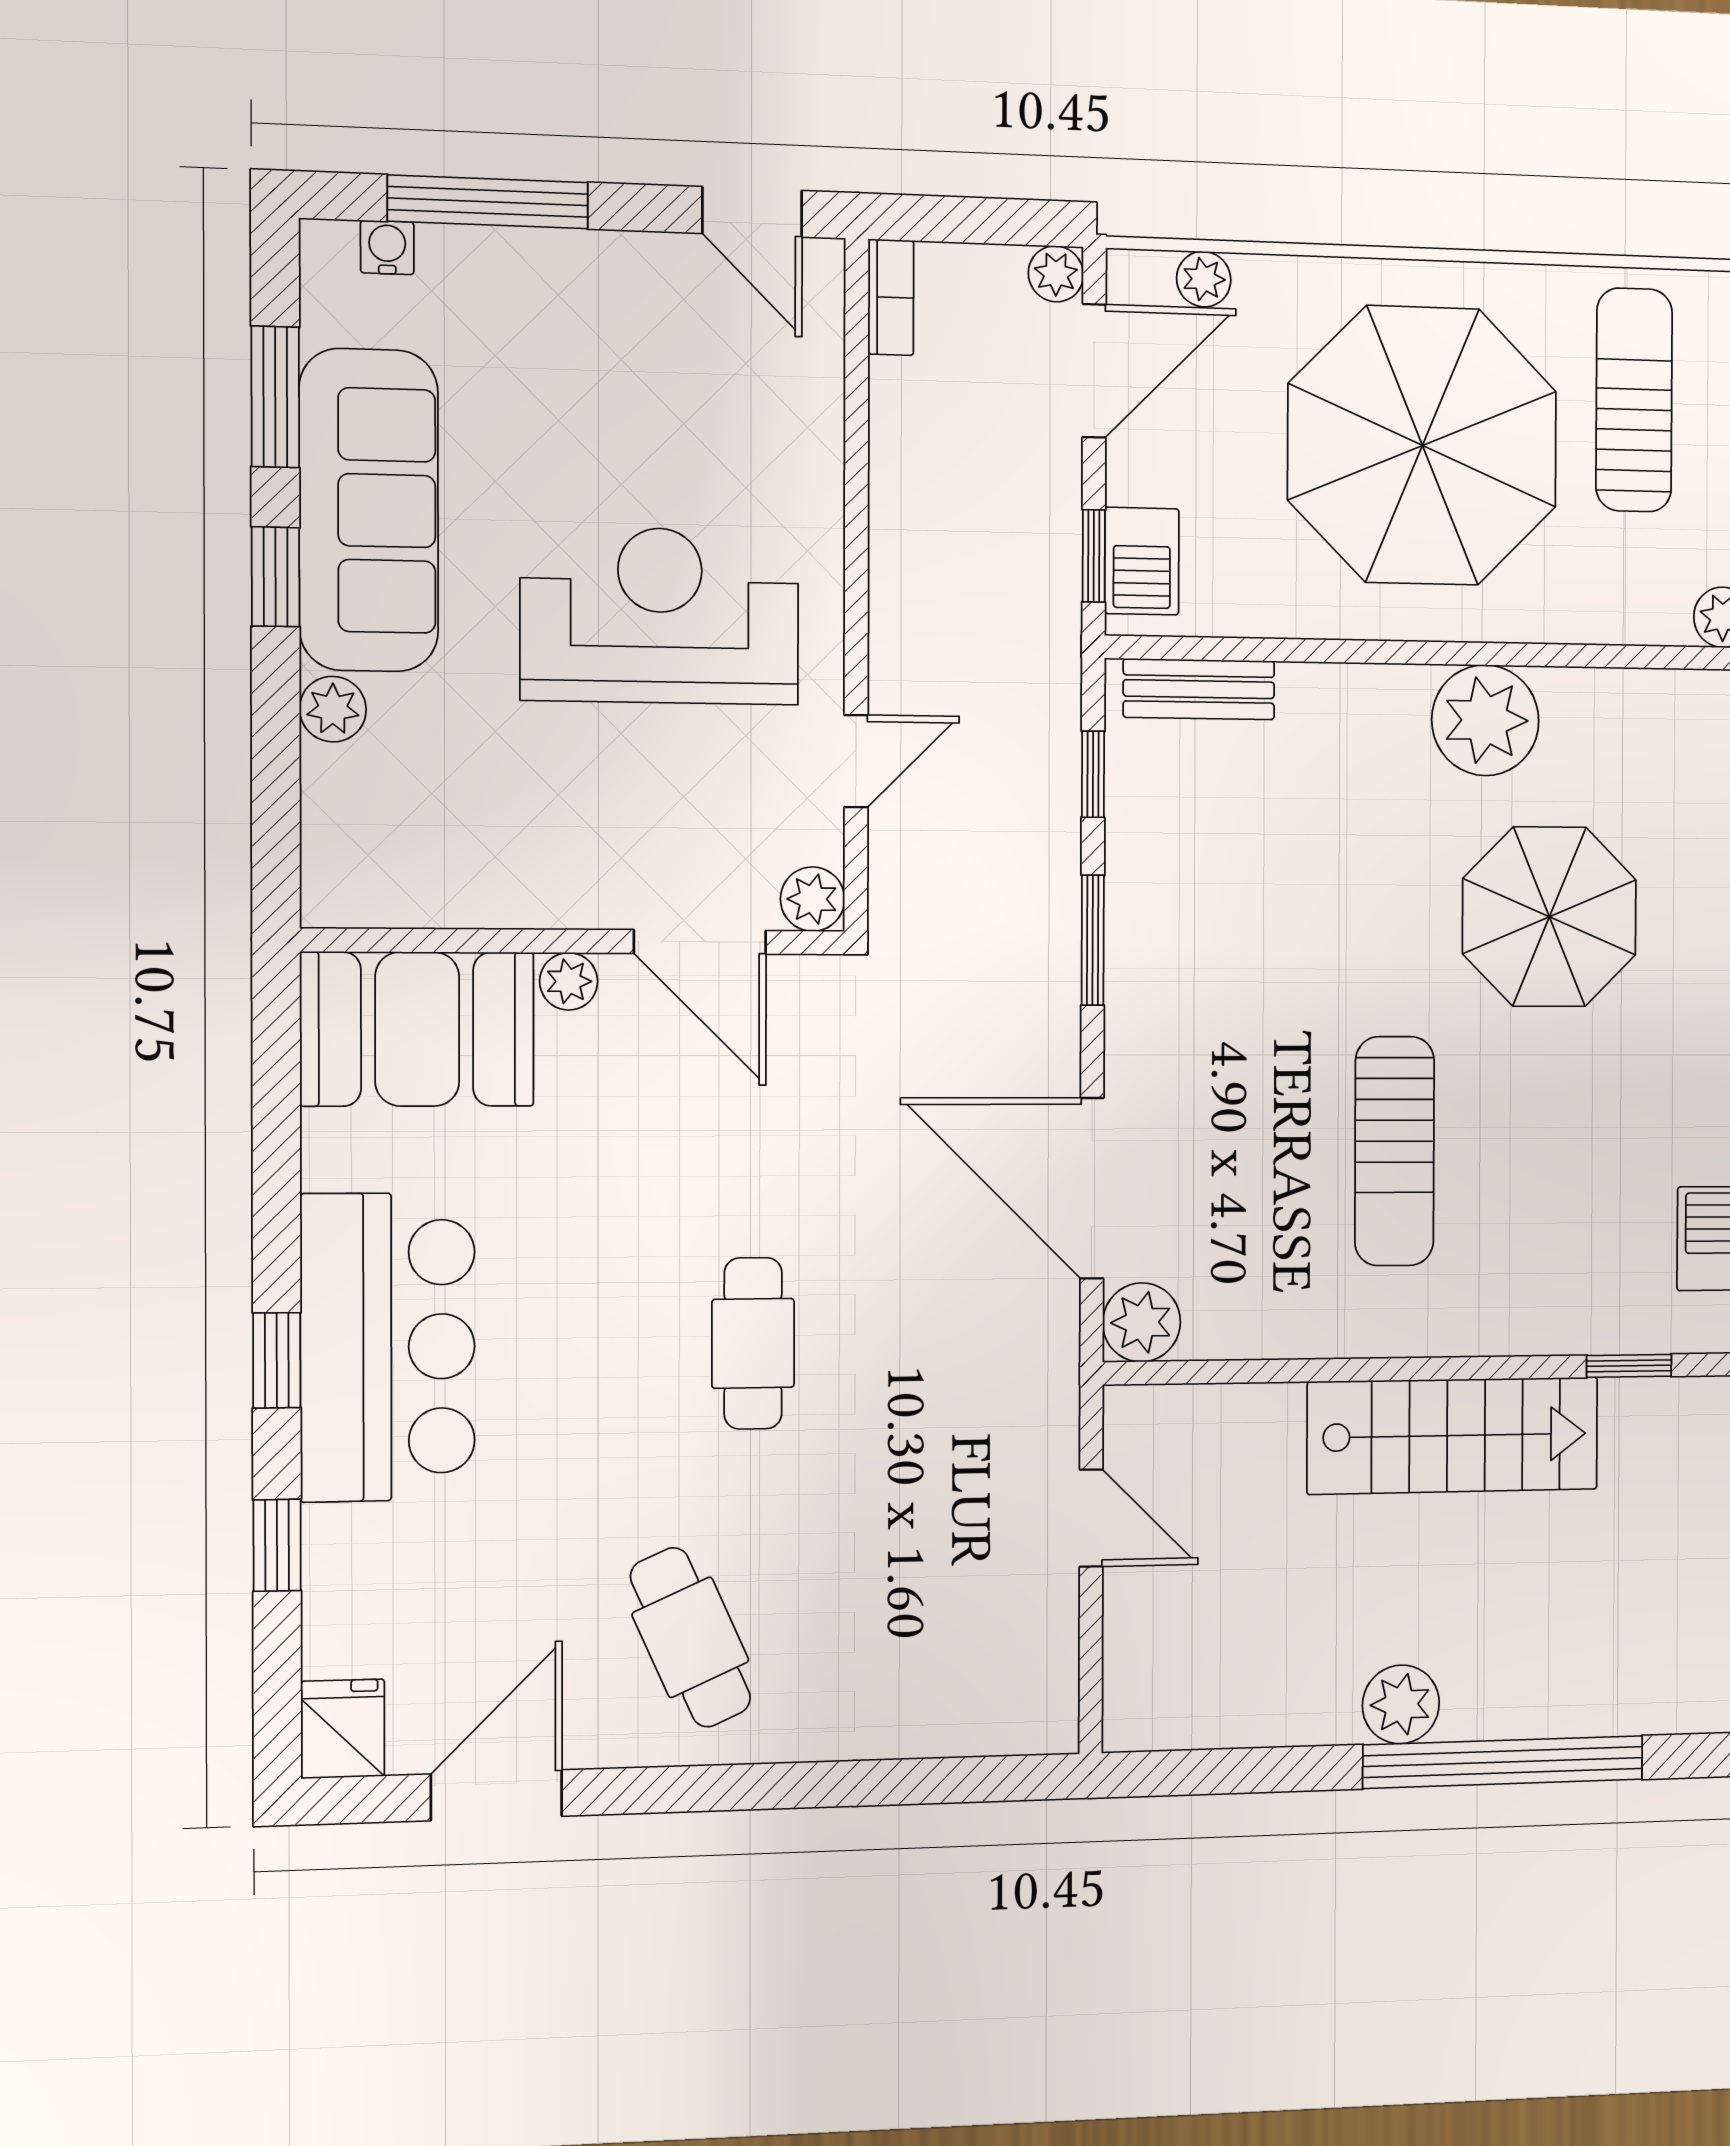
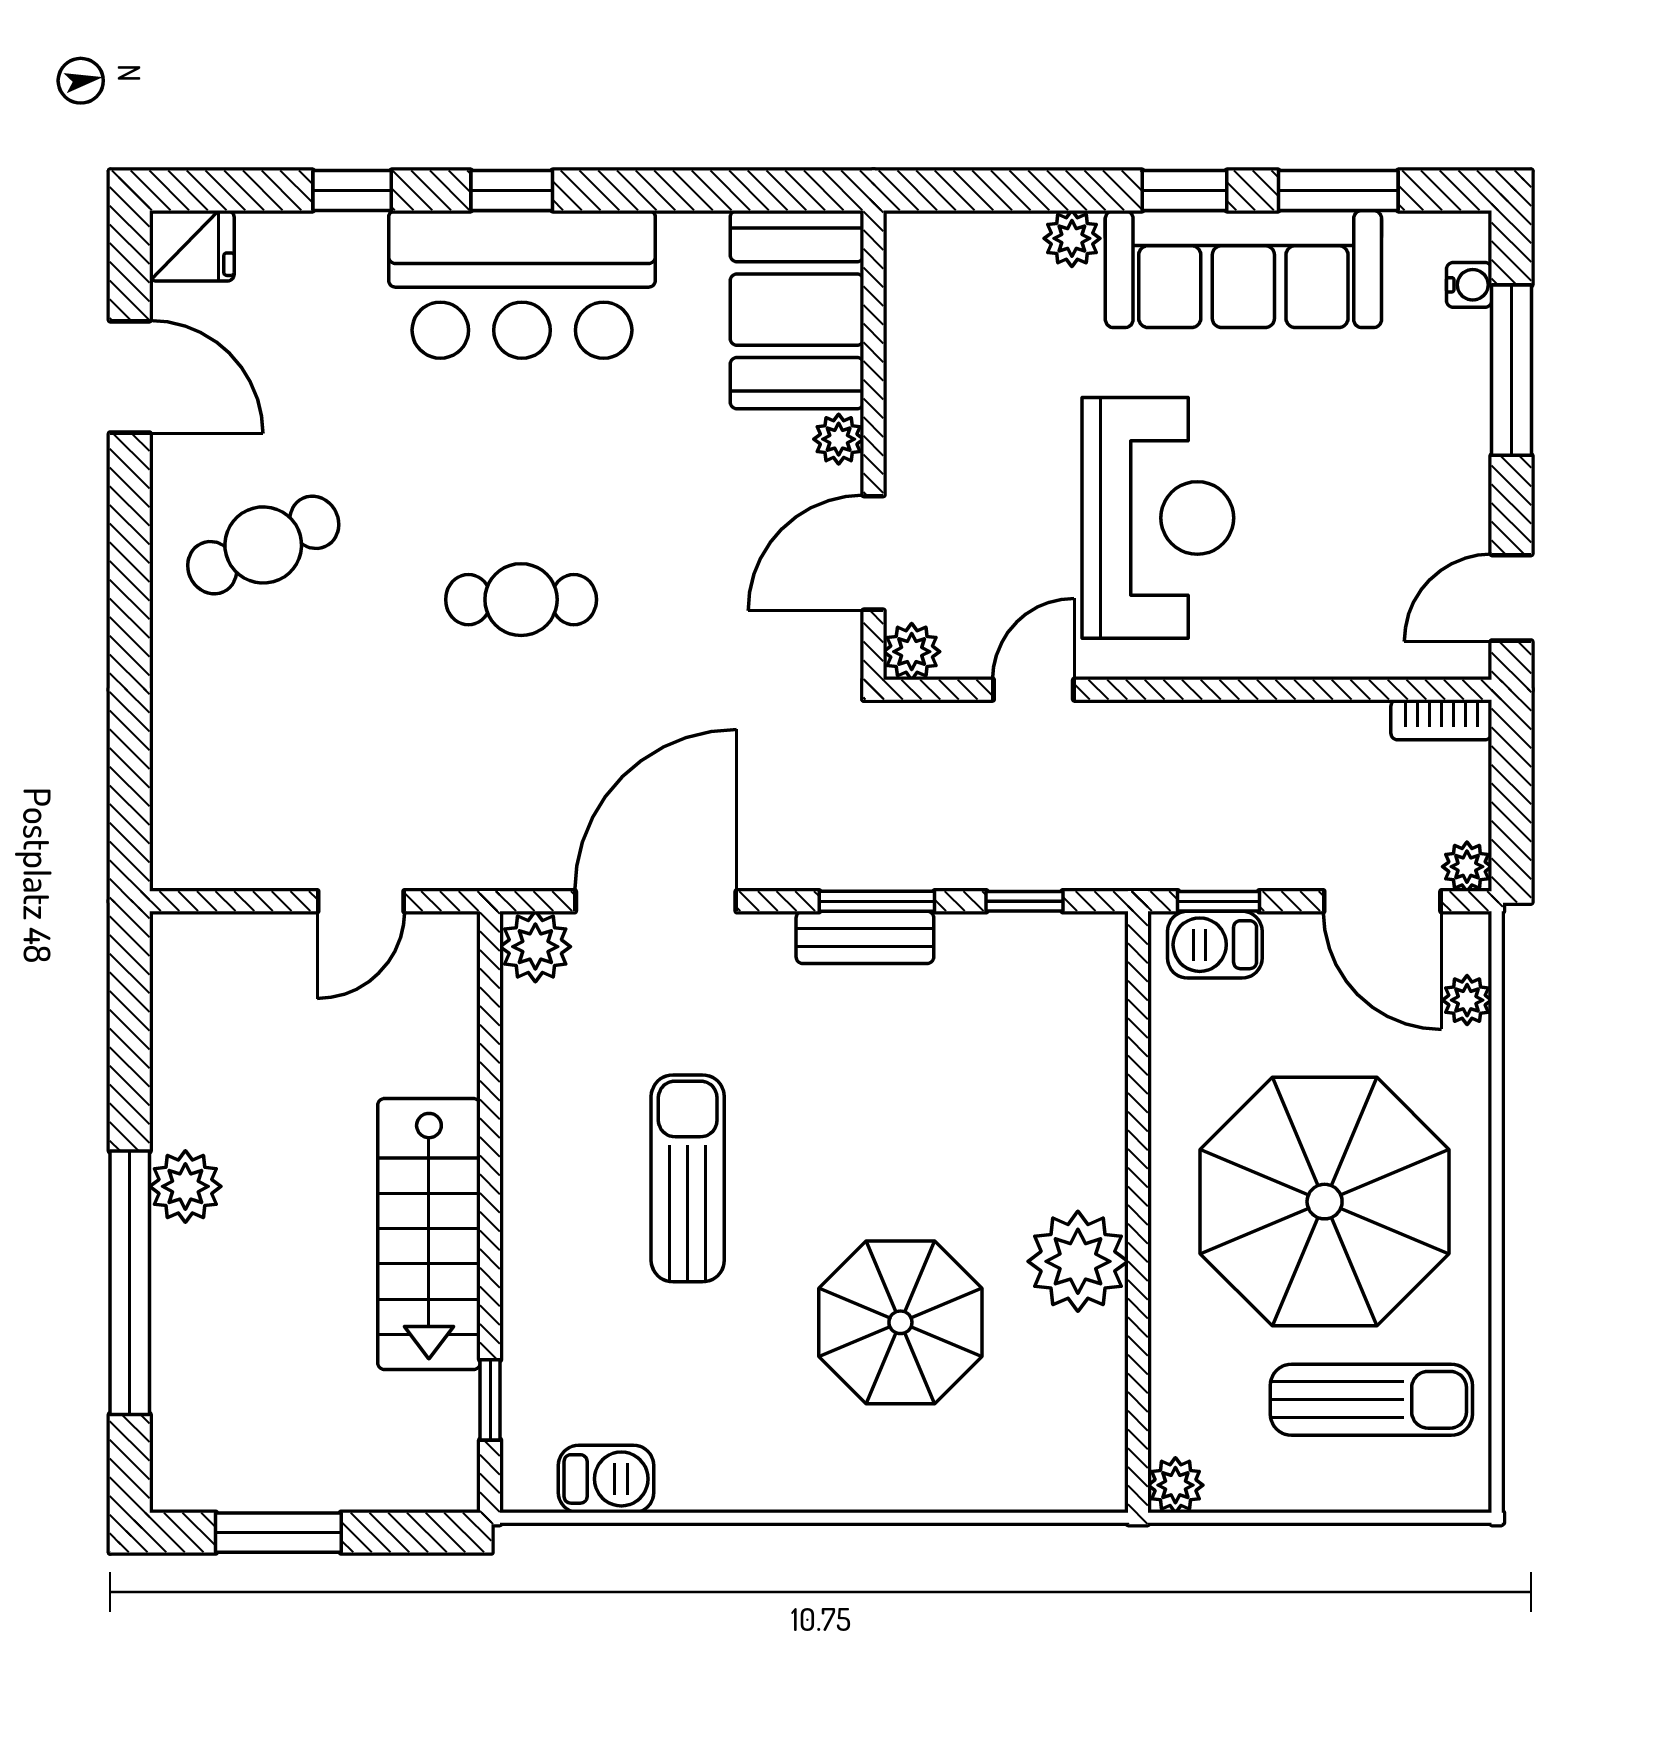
bench: (1199, 689) -> (865, 937), moved, turned 90
door: (856, 761) -> (1033, 690), swing flipped
sun lounger: (1394, 1151) -> (688, 1178), turned 90

